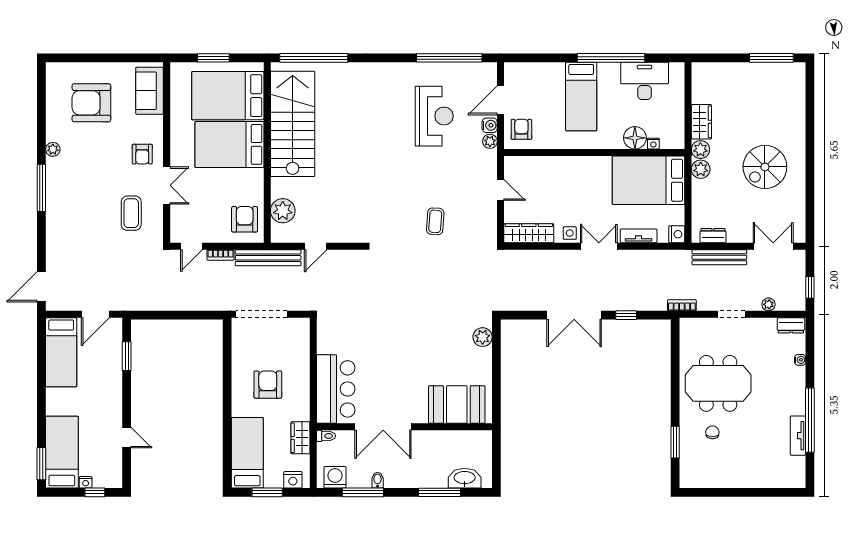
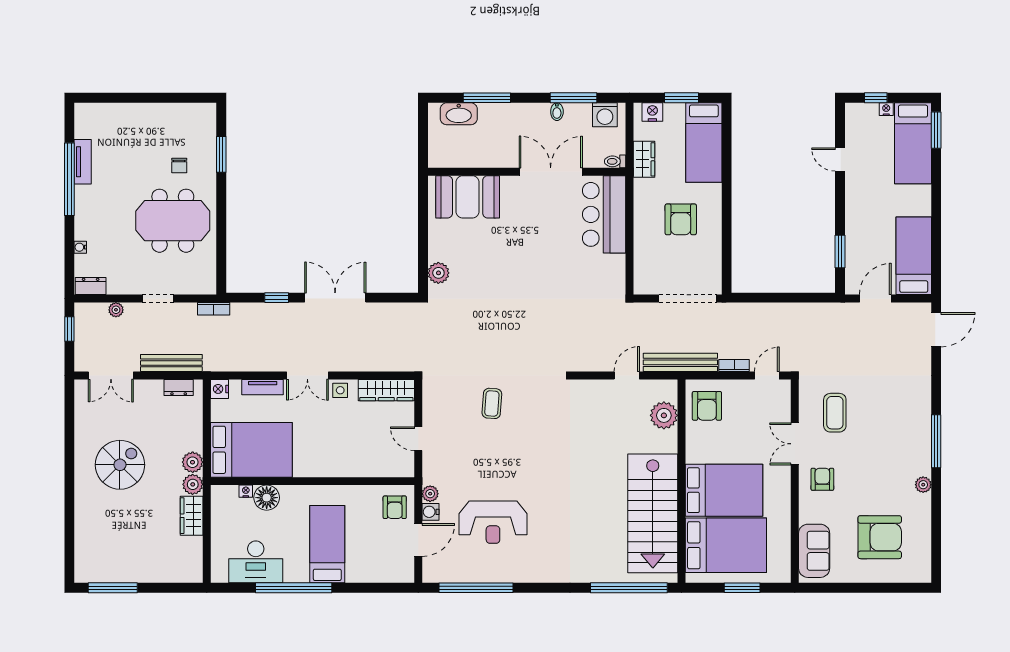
reception desk: (434, 116) -> (493, 522), turned -90

